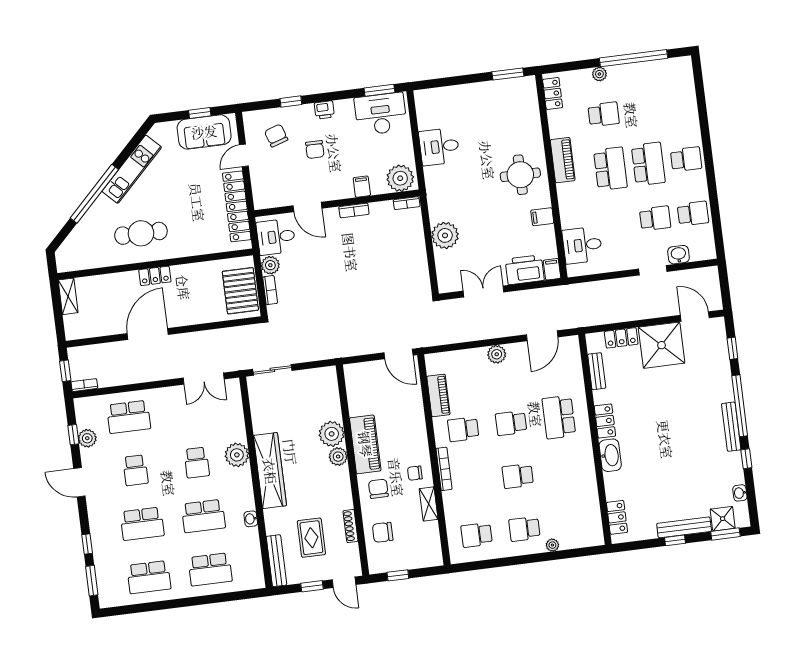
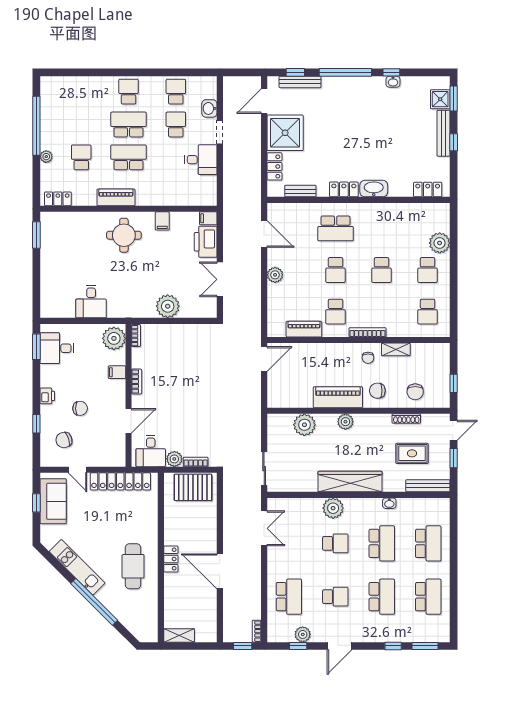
desk: (381, 114) -> (57, 348), width x0.73
desk: (582, 245) -> (201, 160), moved, turned -90
bench: (731, 427) -> (300, 82), moved
plant: (332, 434) -> (304, 425), moved
washbasin: (740, 493) -> (393, 82), moved
plant: (552, 545) -> (440, 243), width x1.88, depth x1.88

